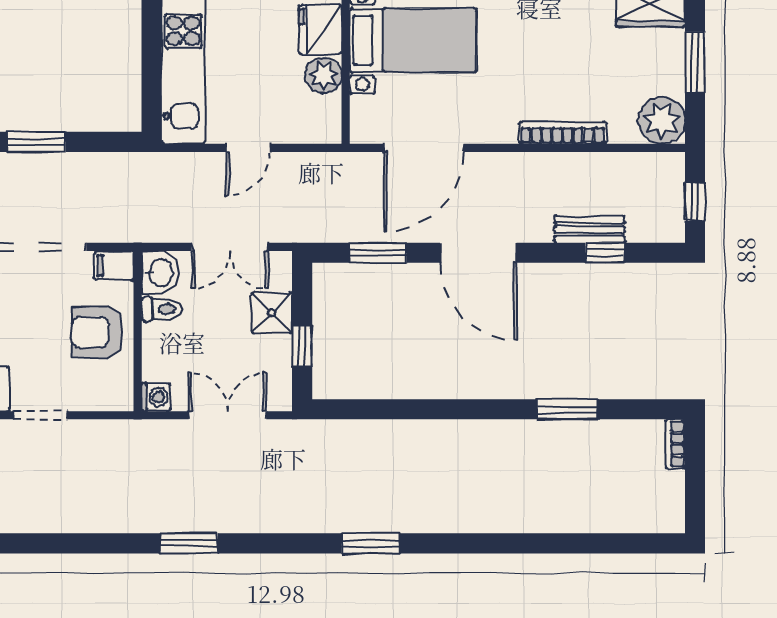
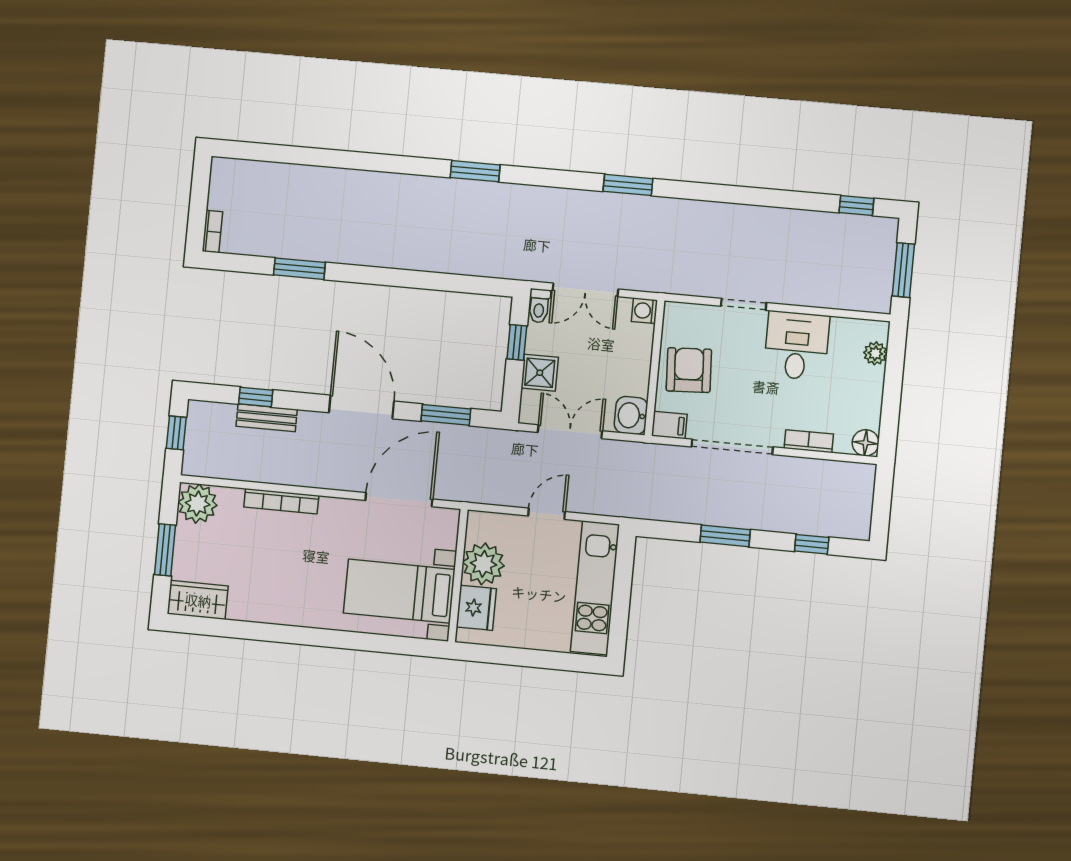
plant: (324, 75) -> (483, 564), width x1.36, depth x1.36
toilet: (161, 309) -> (539, 306), moved, turned -90
armchair: (97, 332) -> (689, 370), turned -93

